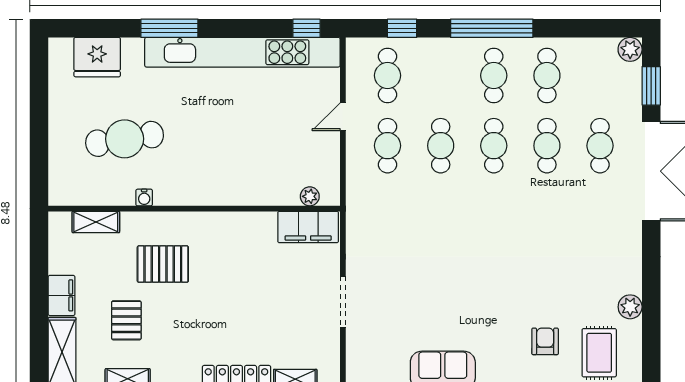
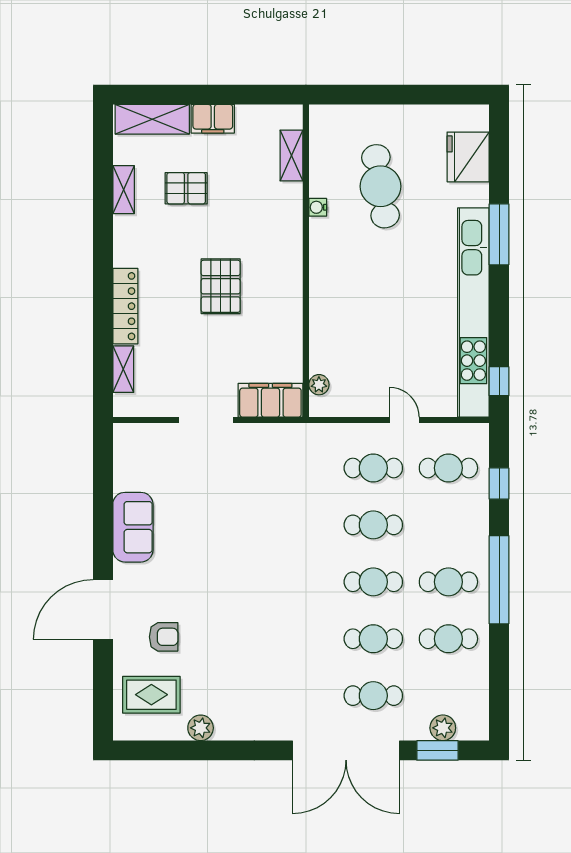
plant: (630, 49) -> (443, 728), moved
filing cabinet: (308, 227) -> (270, 400), moved, turned 90
pallet: (163, 264) -> (221, 286), moved

